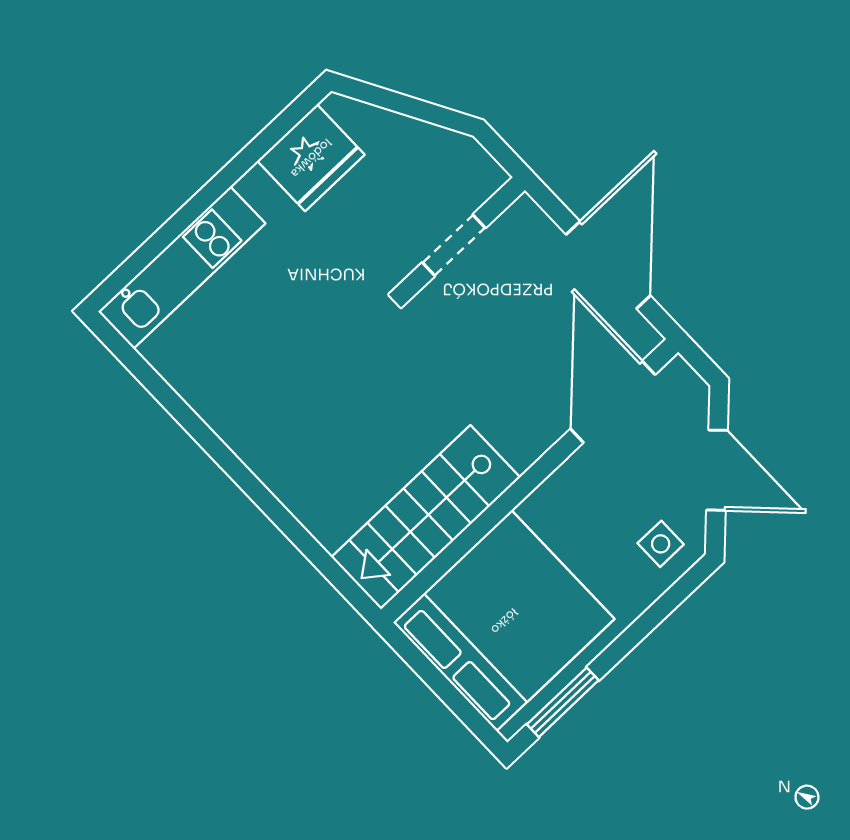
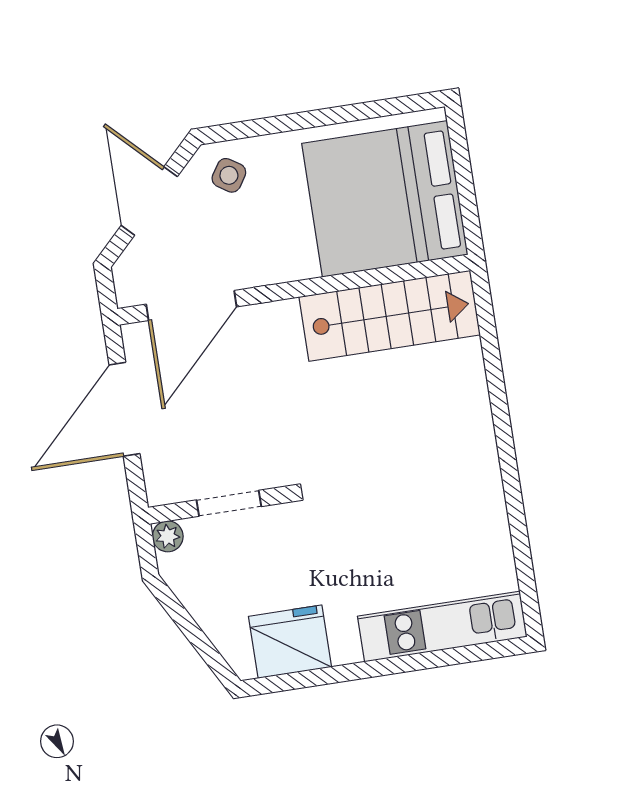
plant: (489, 177) -> (168, 536), added
side table: (661, 544) -> (229, 175), turned 33
window: (563, 702) -> (383, 108), removed

